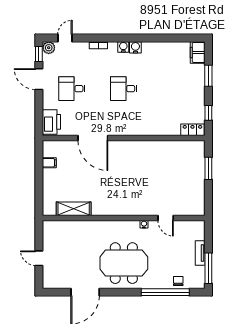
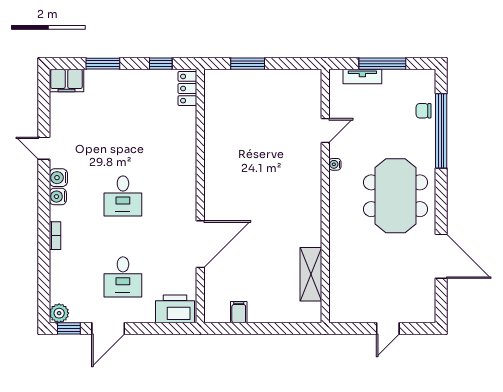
door: (65, 38) -> (44, 148), moved
tv unit: (200, 253) -> (362, 77), moved
window: (208, 268) -> (382, 64), moved

